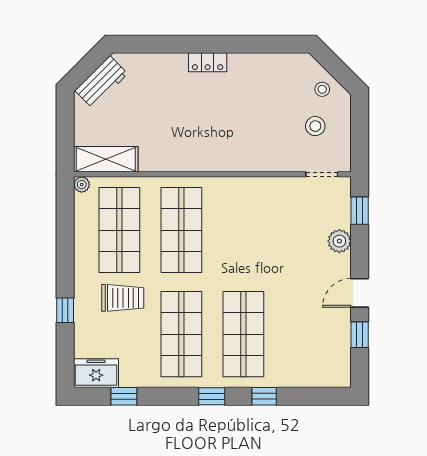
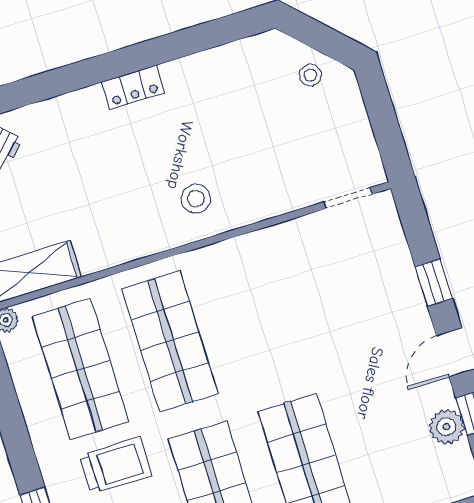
stool: (315, 126) -> (196, 199), moved
window: (360, 211) -> (434, 283), moved
plant: (339, 241) -> (446, 427), moved

